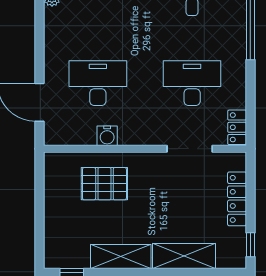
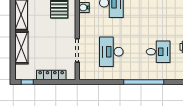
desk: (192, 83) -> (111, 52), turned 180
locker: (237, 127) -> (88, 75), removed

